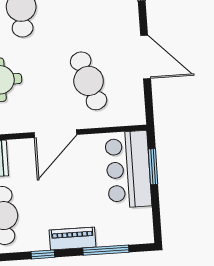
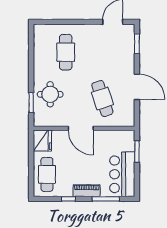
door: (55, 134) -> (81, 128), hinge flipped
bar counter: (128, 170) -> (122, 174), moved

